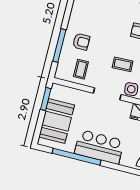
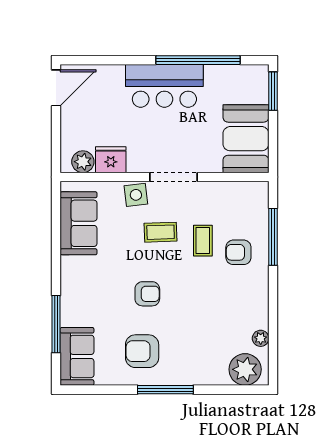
coffee table: (81, 69) -> (203, 241), moved
window: (46, 99) -> (273, 91), moved
booth: (57, 121) -> (246, 139), moved

